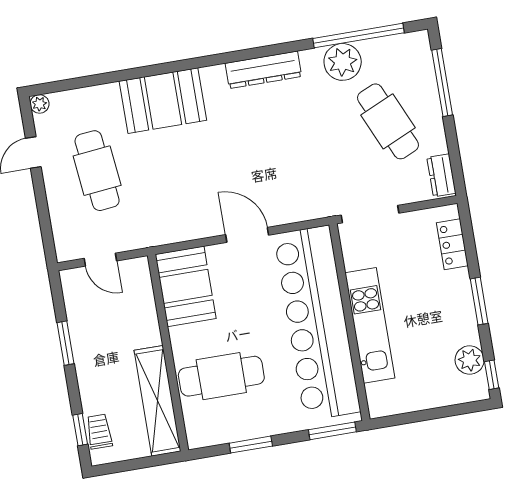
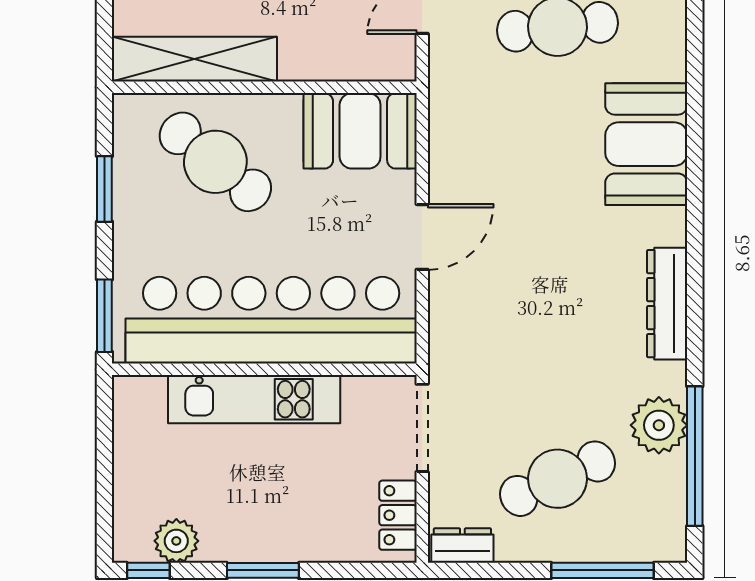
locker: (452, 244) -> (398, 515), moved, turned -90
cafe table: (221, 376) -> (215, 162), turned -51

